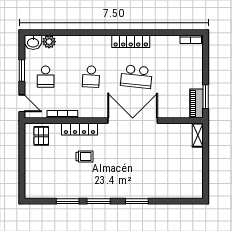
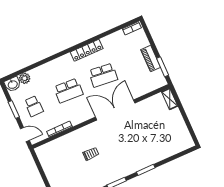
school desk: (91, 77) -> (68, 91), width x1.85
piano: (196, 103) -> (151, 59), moved
locker: (80, 129) -> (78, 135), removed
pallet: (41, 136) -> (51, 153), removed

